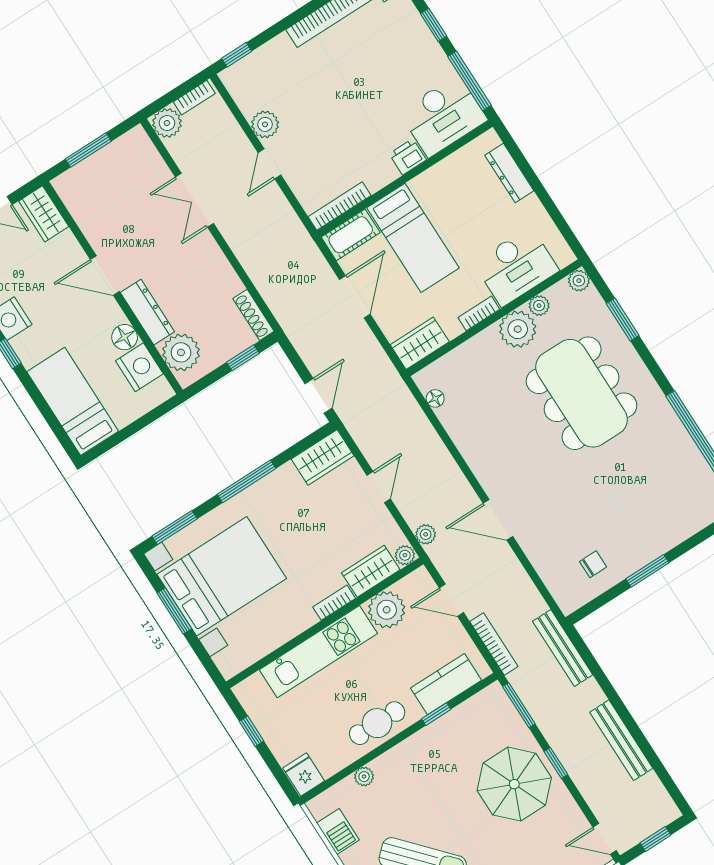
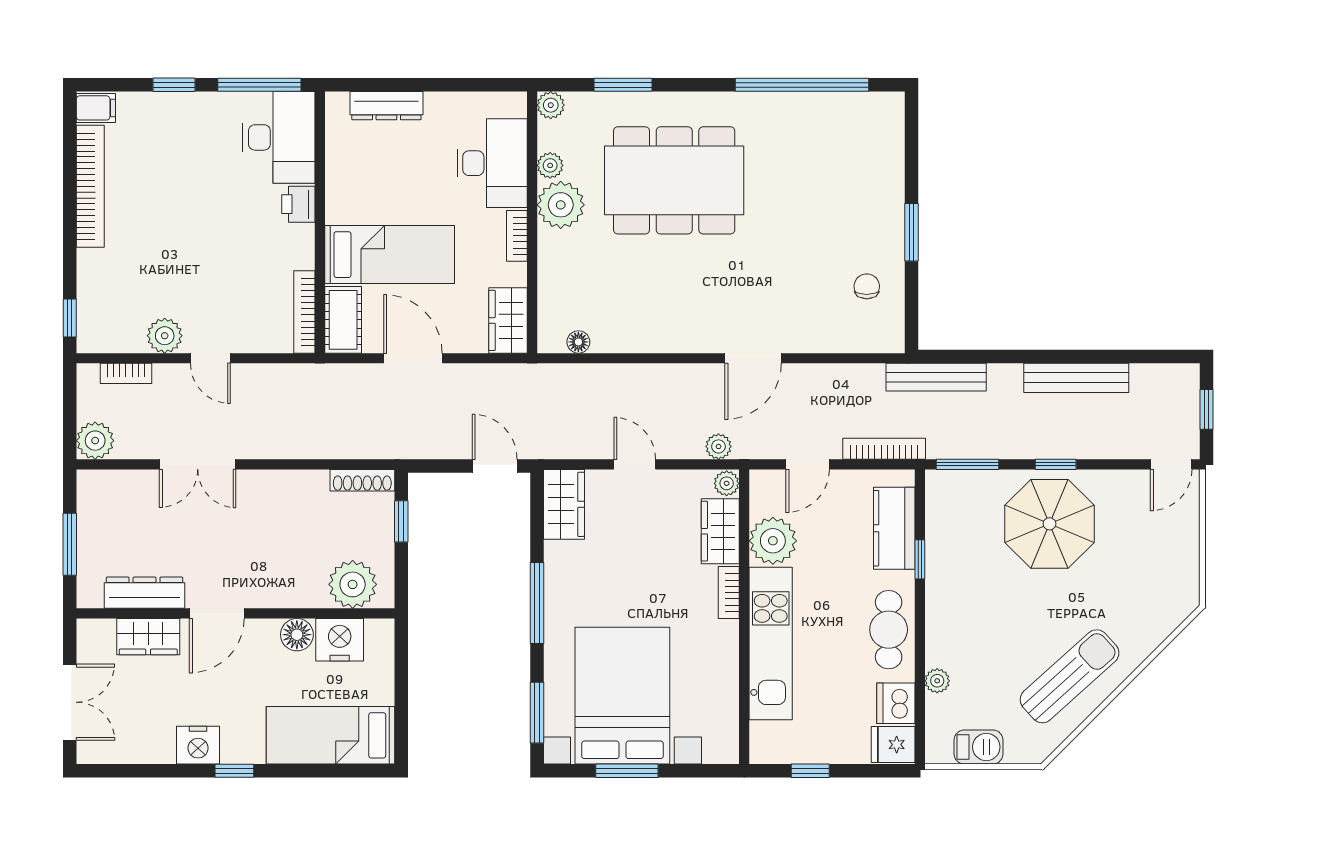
bookcase: (194, 98) -> (126, 373), moved, turned 90
wardrobe: (44, 214) -> (148, 637), moved
dresser: (147, 312) -> (144, 593), moved
dishwasher: (332, 759) -> (896, 703), added

